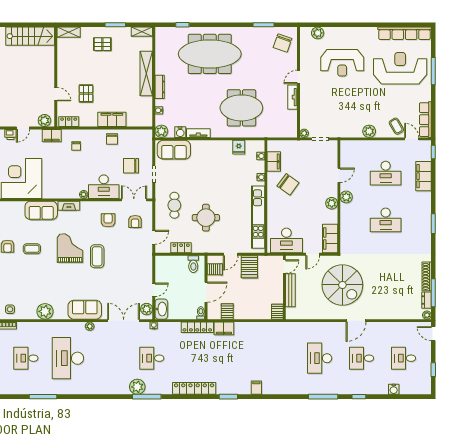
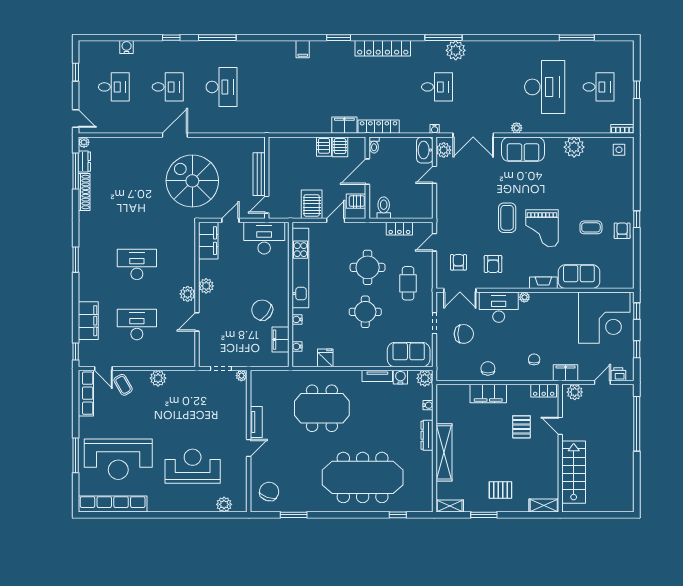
stairs: (30, 36) -> (574, 472), moved, turned 90
round table: (208, 183) -> (365, 312), added
server rack: (277, 312) -> (324, 147), moved

